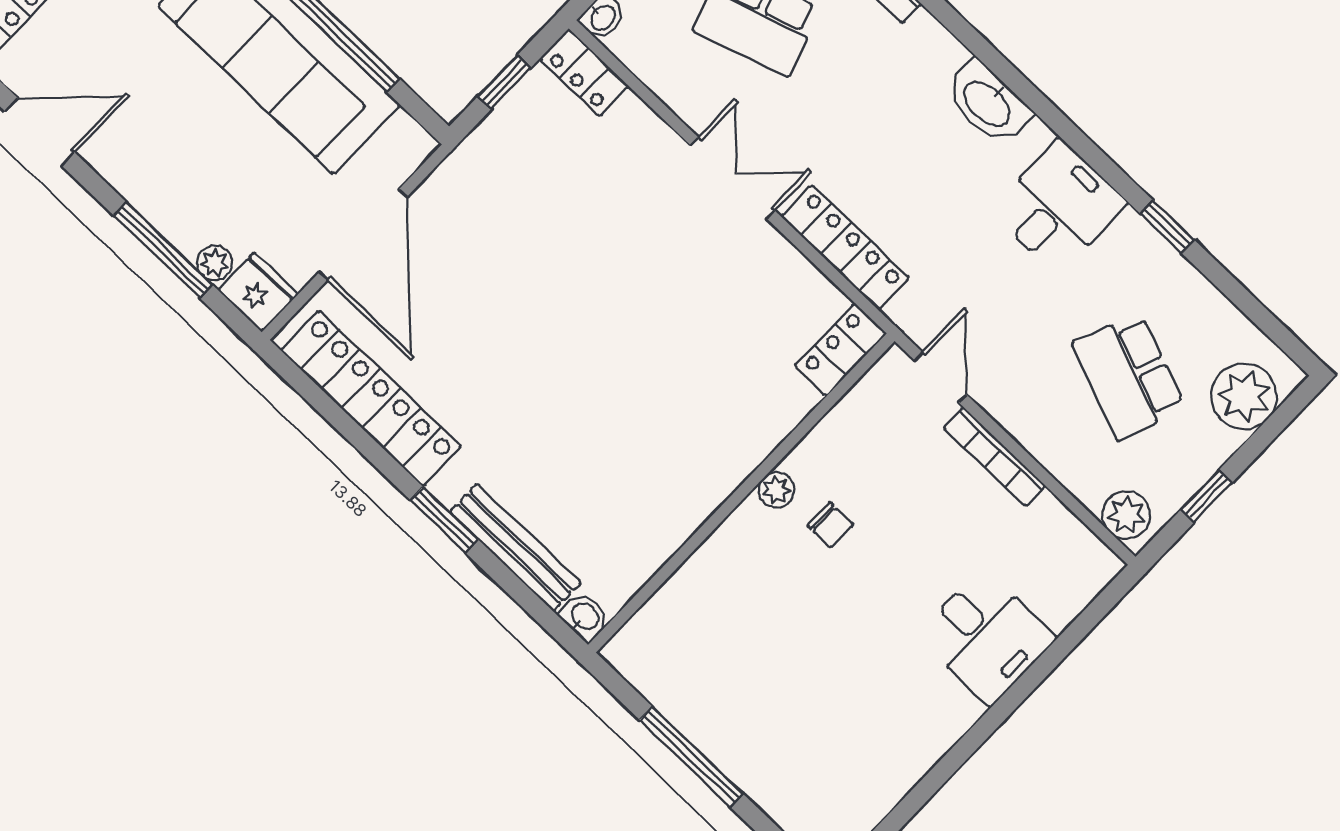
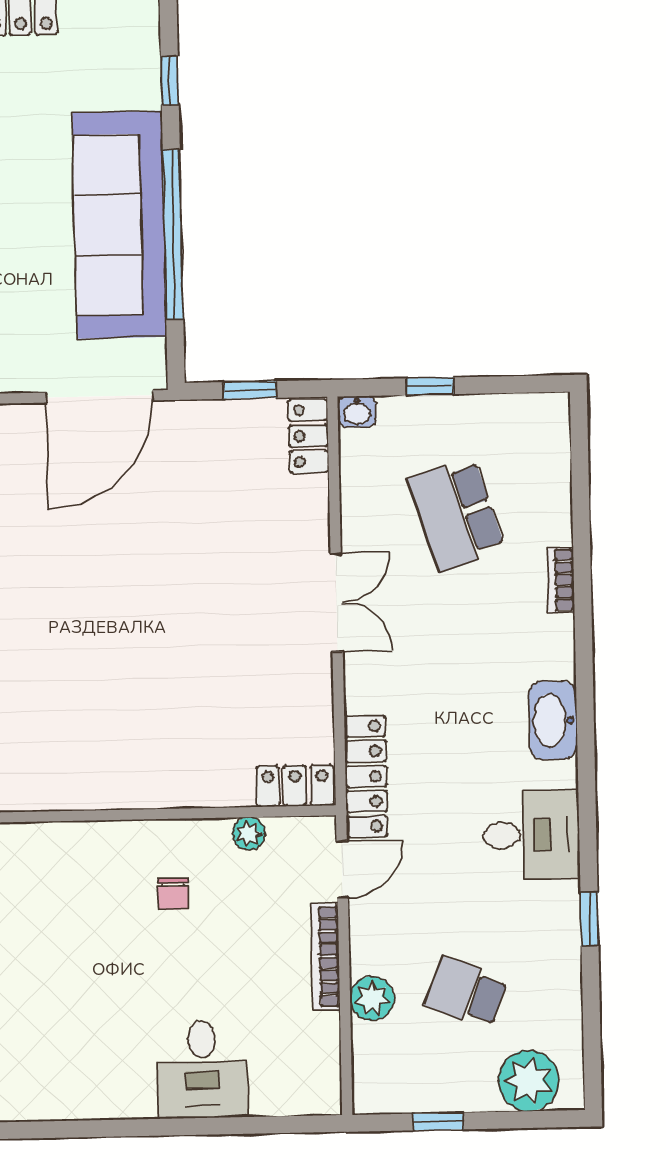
door: (363, 234) -> (99, 396), moved
locker: (845, 247) -> (366, 776), moved
school desk: (1129, 376) -> (466, 992), width x0.54
plant: (776, 490) -> (249, 834), moved
plant: (1126, 515) -> (372, 998), moved

